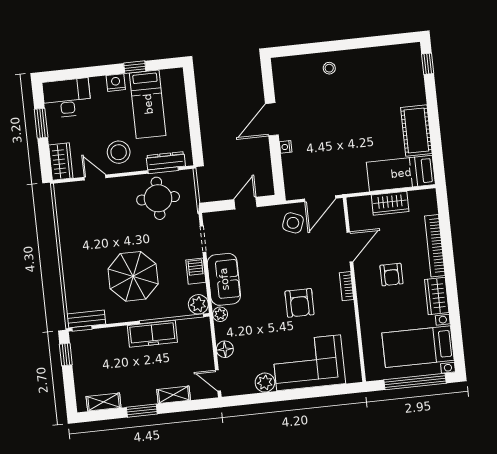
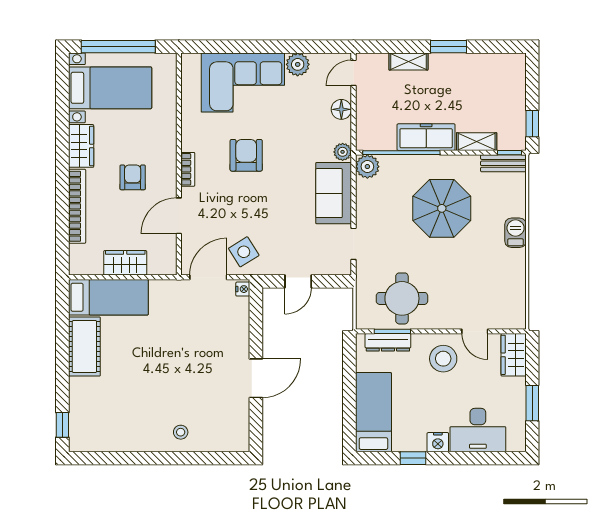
desk: (67, 98) -> (478, 430), moved
bed: (148, 104) -> (373, 412), moved
nightstand: (286, 147) -> (243, 289), moved
side table: (293, 223) -> (244, 252), turned 37
barbecue: (196, 271) -> (516, 233), moved, turned 180
door: (218, 381) -> (353, 73), swing flipped
shelving: (104, 402) -> (477, 142), moved

